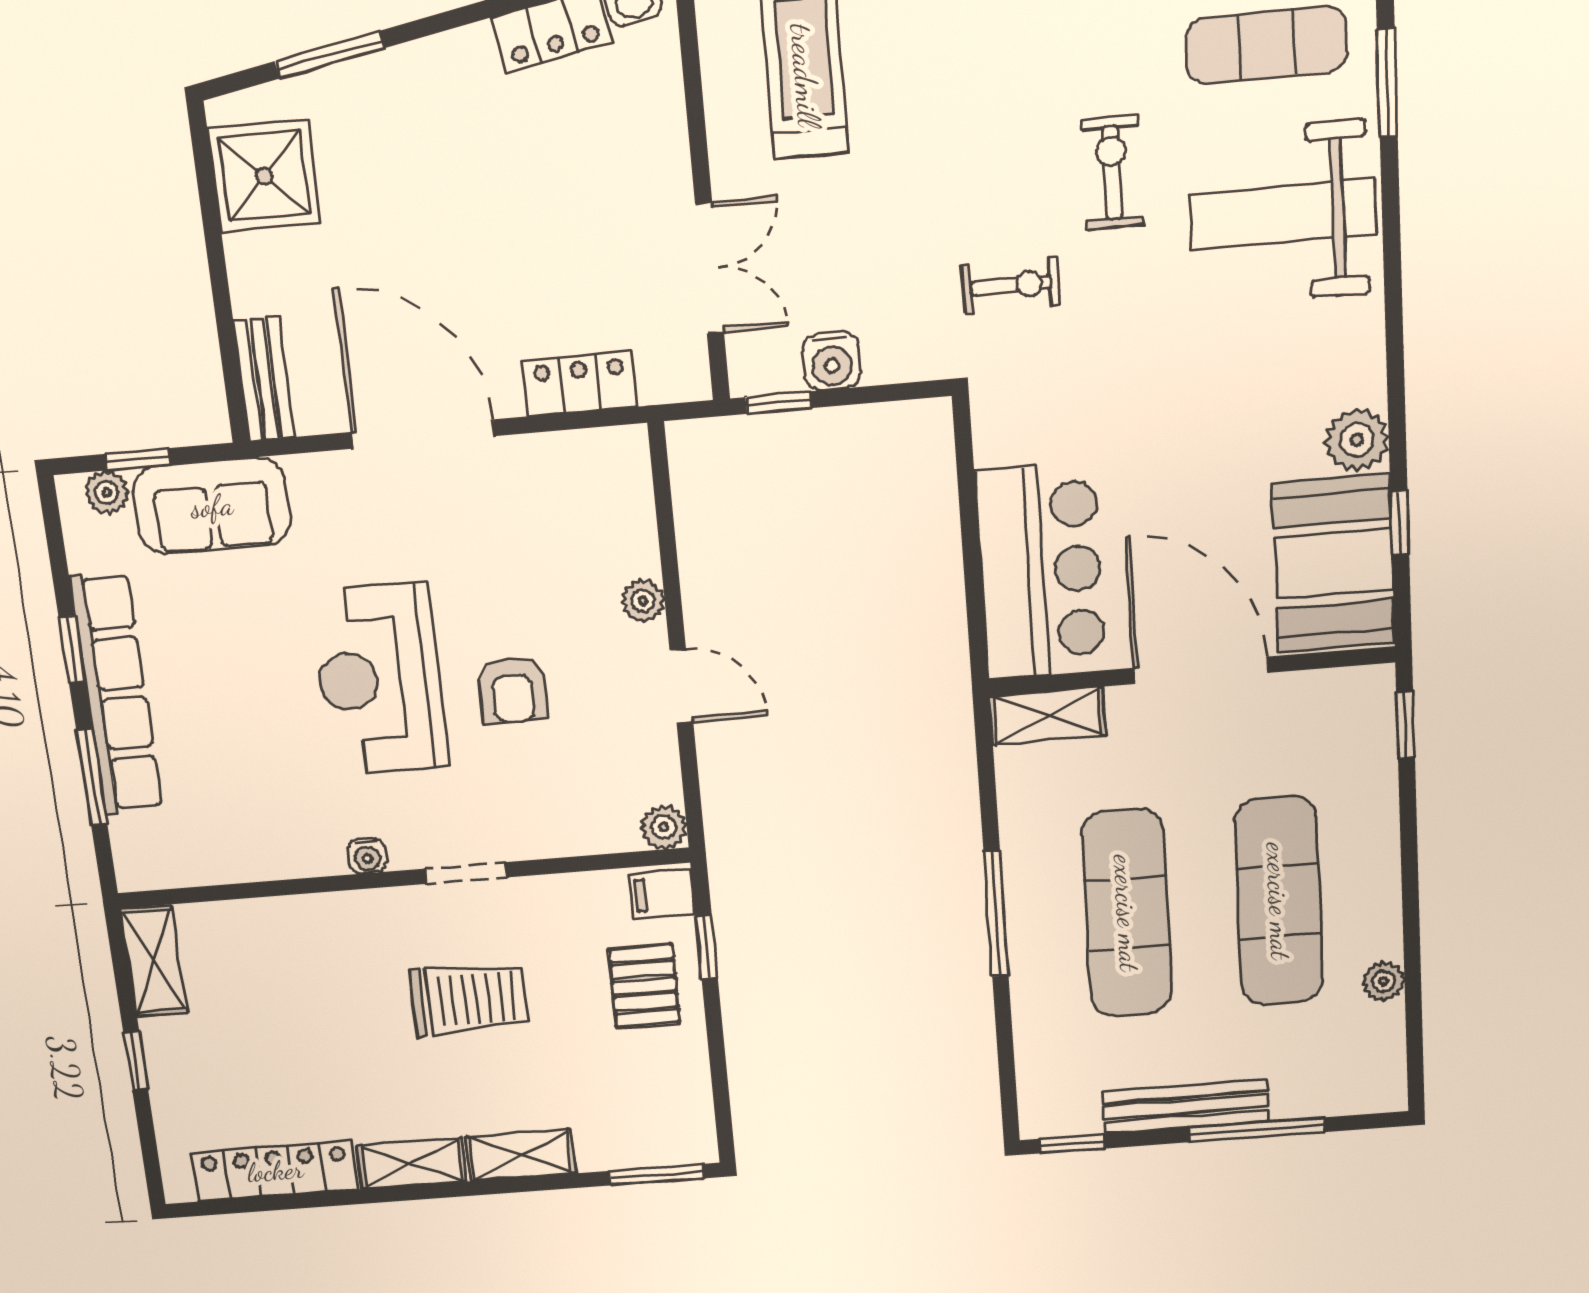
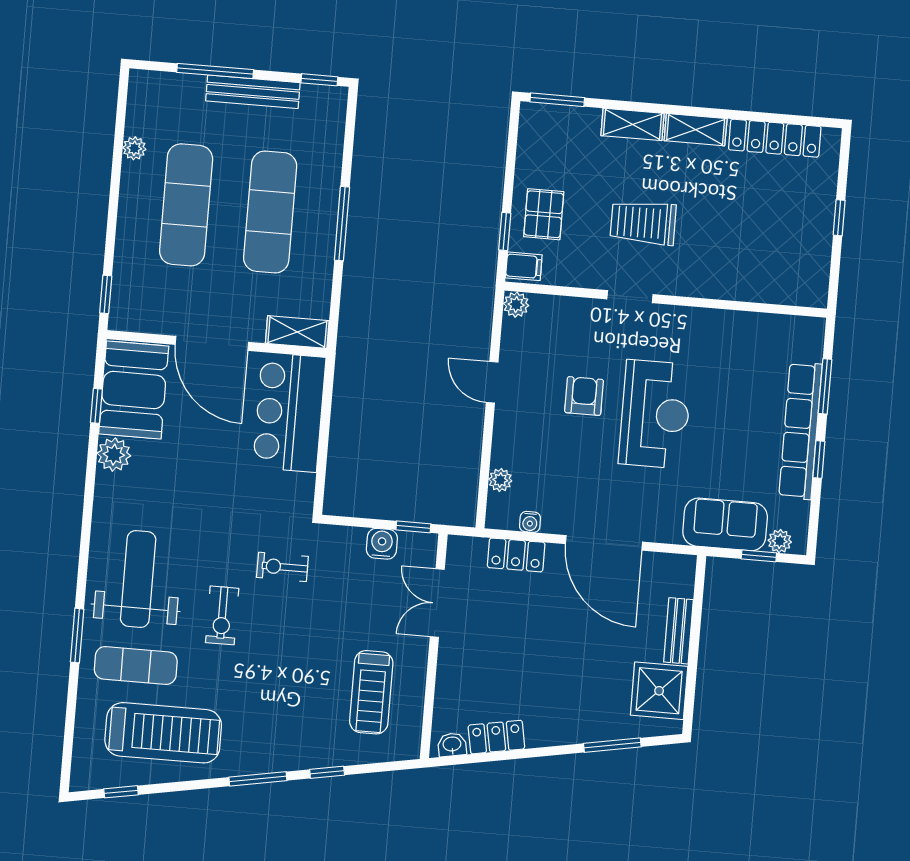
weight bench: (1282, 214) -> (138, 579), turned -90
bench: (264, 379) -> (678, 631), moved
plant: (643, 601) -> (500, 480), moved
water cooler: (367, 856) -> (530, 522), moved, turned 180
shelving: (154, 961) -> (815, 275), removed

